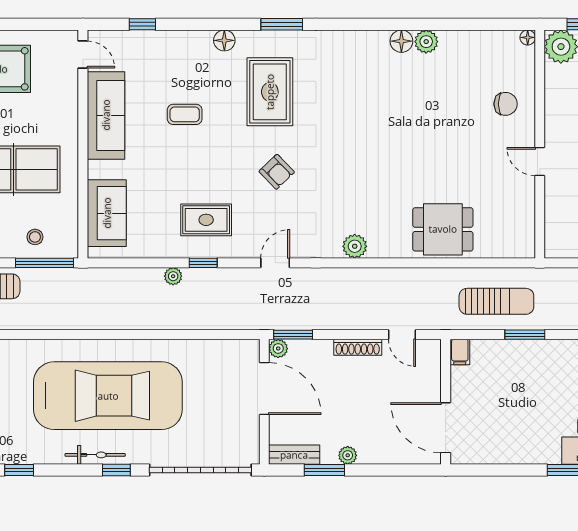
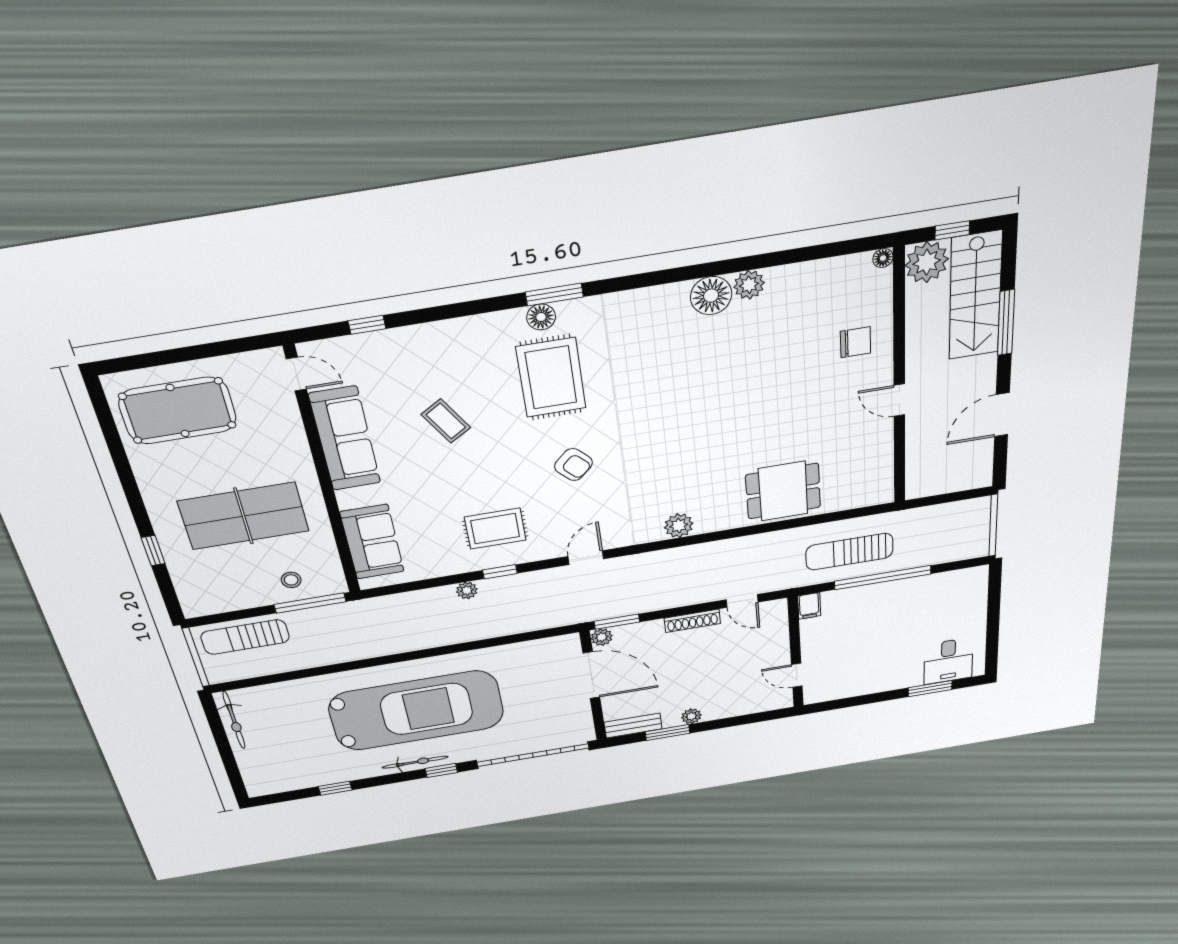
floor lamp: (224, 40) -> (541, 317), moved
floor lamp: (401, 41) -> (711, 296), width x1.38, depth x1.38
coffee table: (185, 114) -> (446, 421), turned 58
sun lounger: (496, 301) -> (849, 552), turned 180
window: (525, 335) -> (883, 578), width x2.11
door: (446, 428) -> (797, 675), width x0.53

